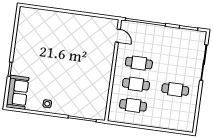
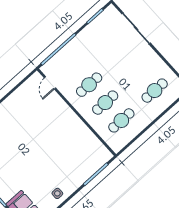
door: (118, 36) -> (50, 83), swing flipped
cafe table: (175, 90) -> (155, 91), moved

